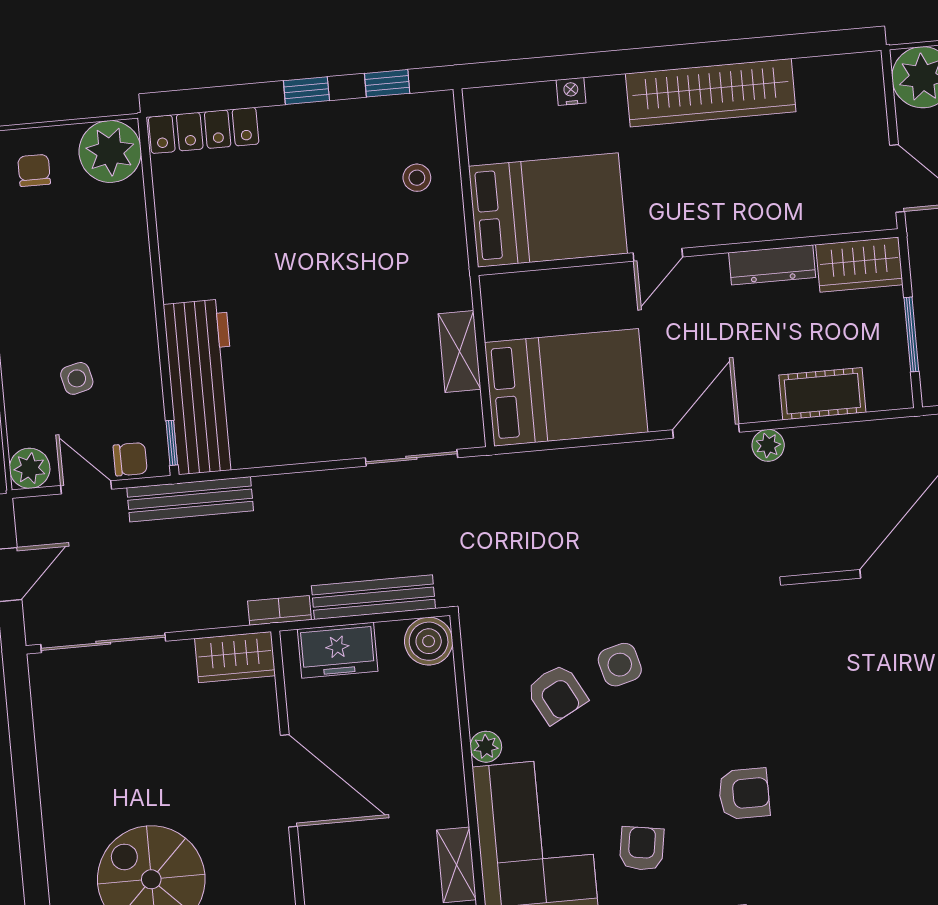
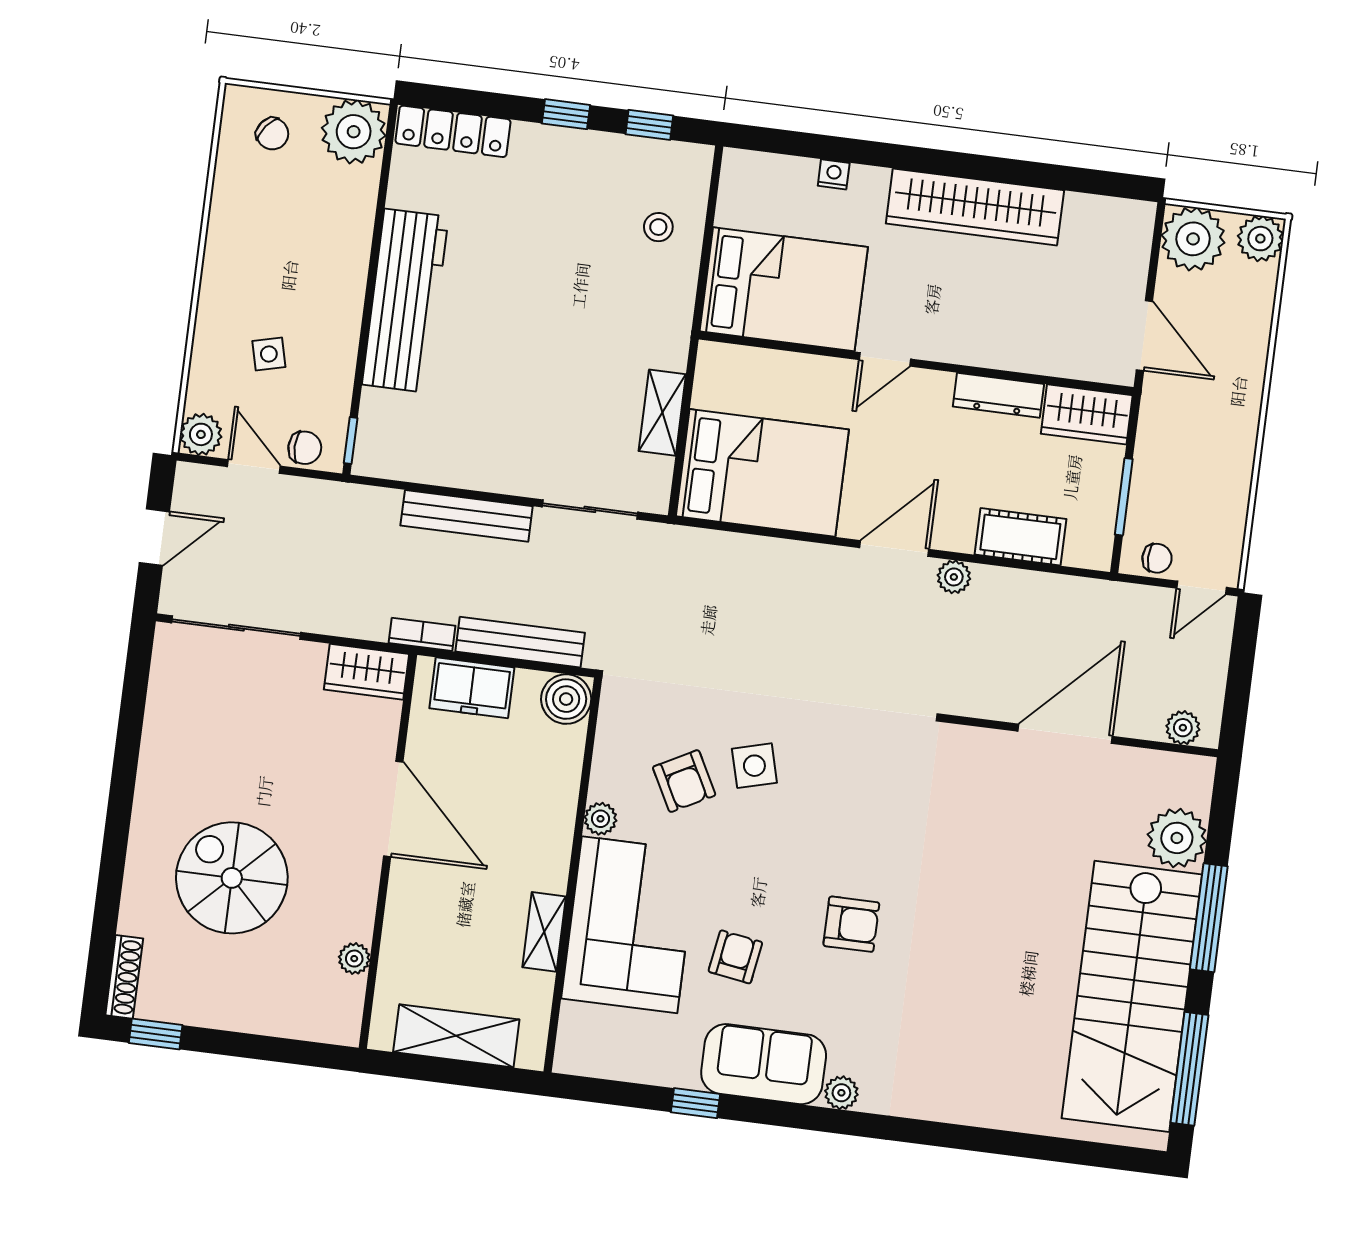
chair: (34, 170) -> (272, 134), turned 128
workbench: (202, 387) -> (405, 301), moved
bench: (190, 499) -> (467, 516), moved

